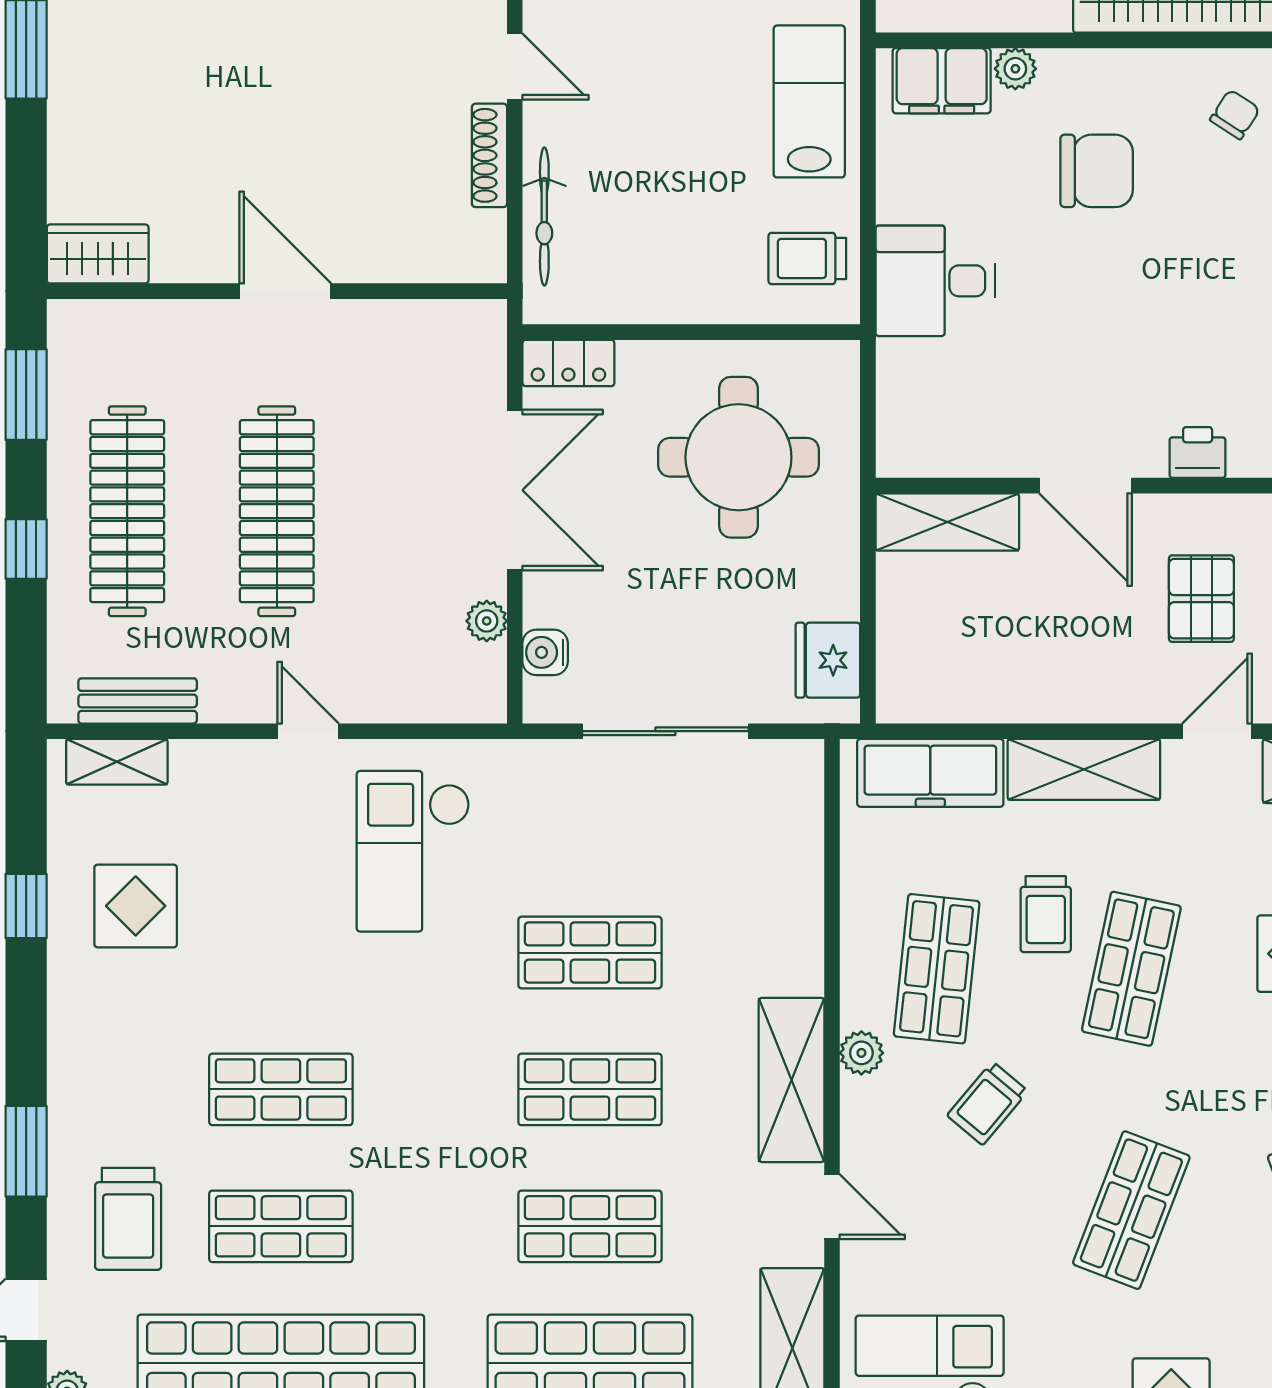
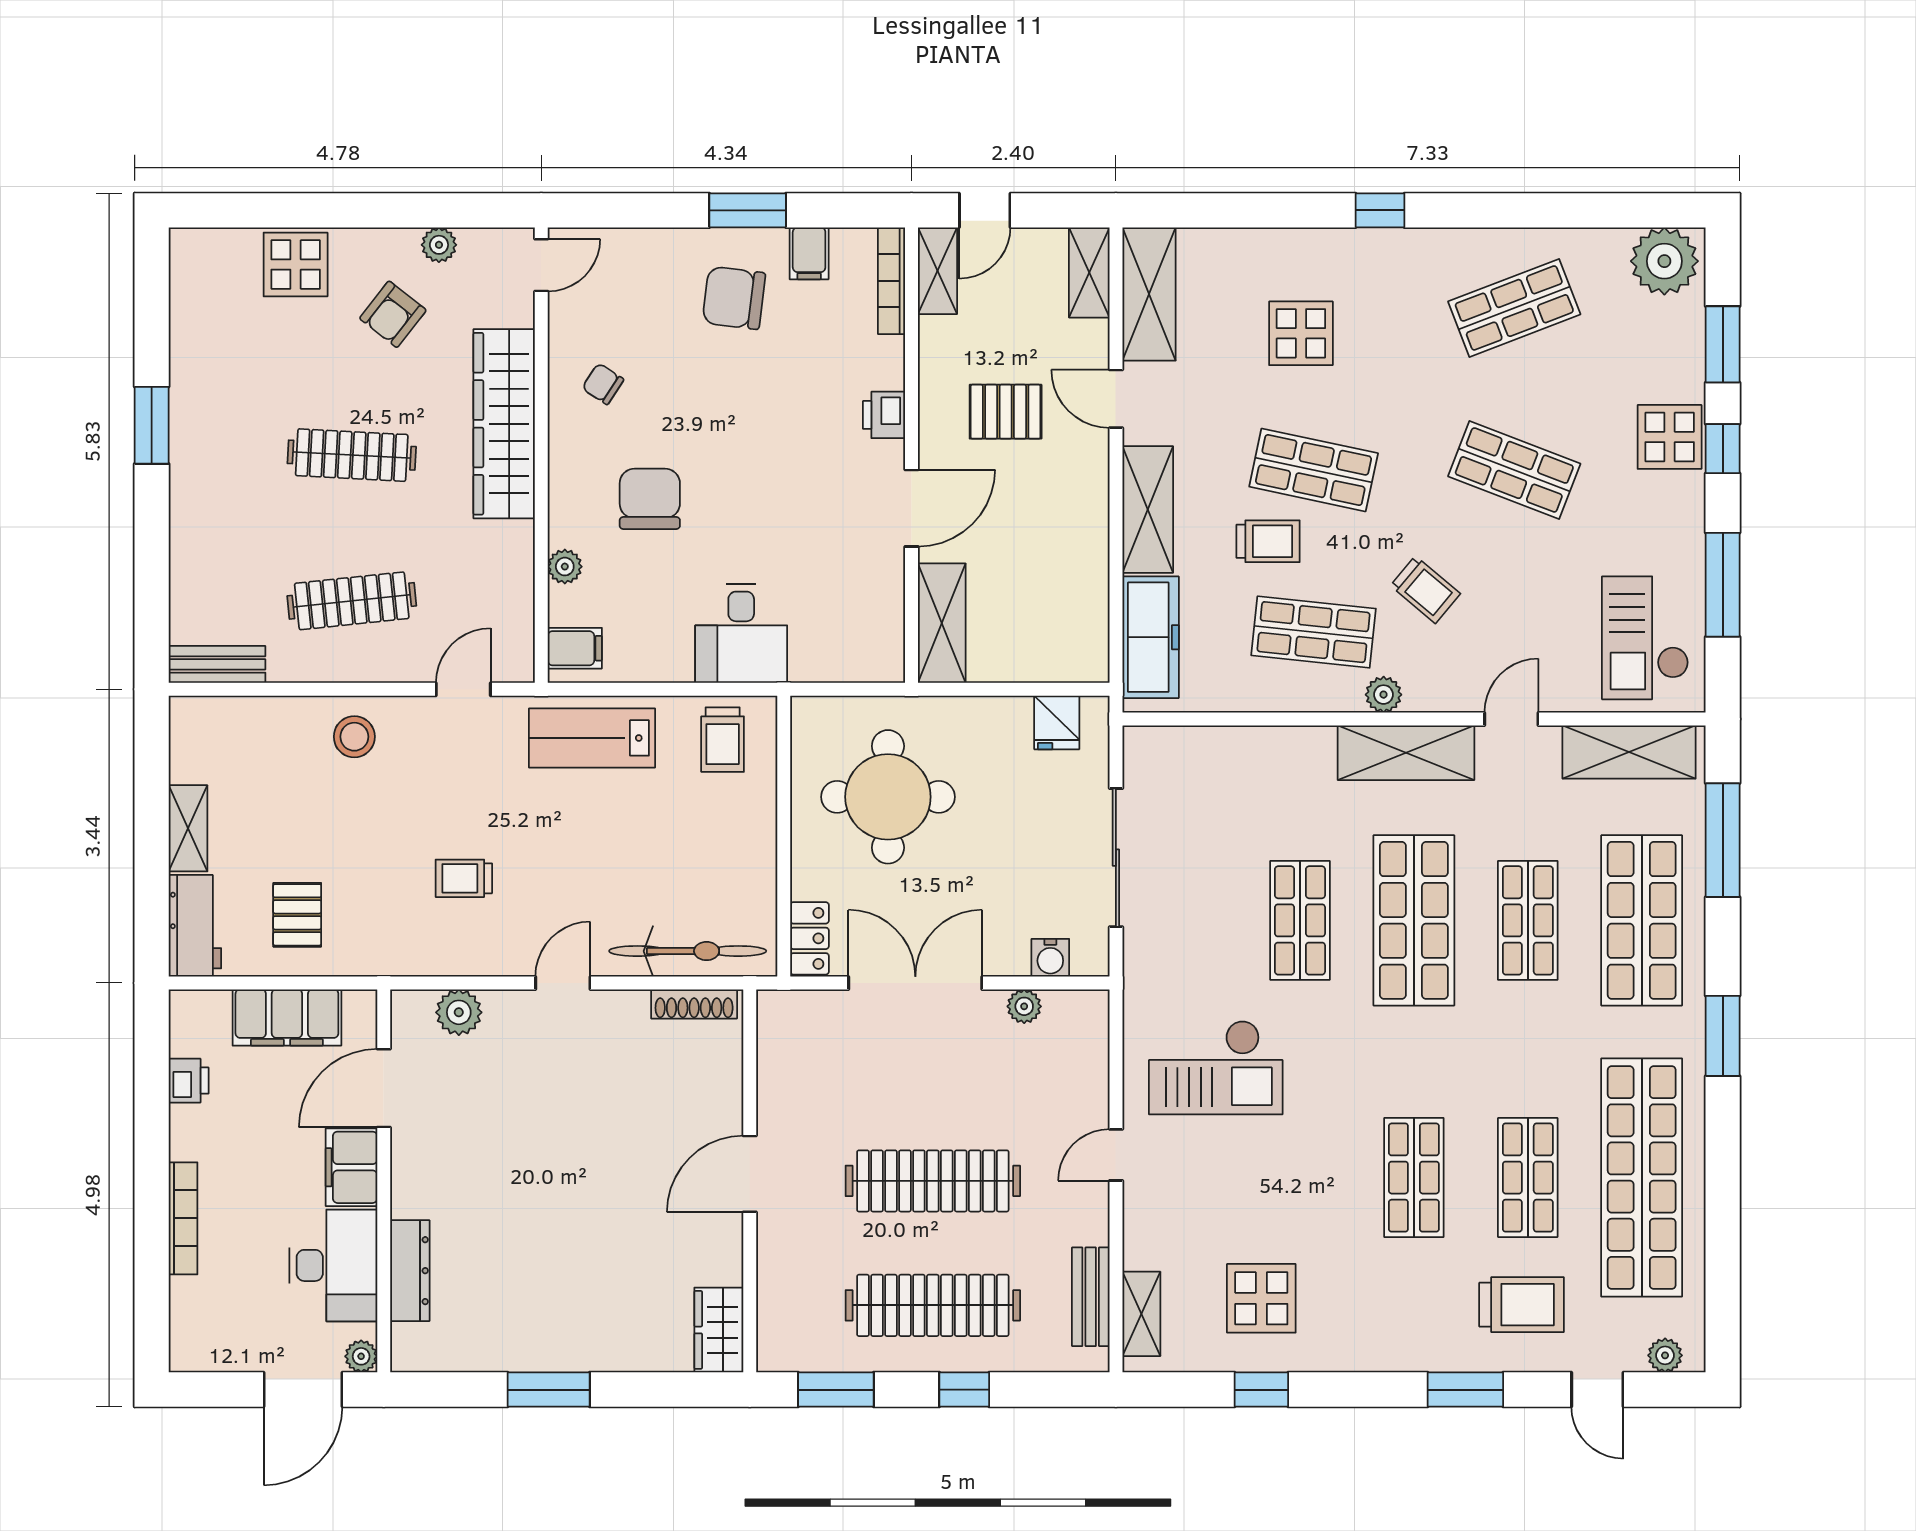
filing cabinet: (942, 81) -> (575, 648), width x0.50
shoe rack: (490, 155) -> (694, 1004), moved
bicycle: (544, 217) -> (688, 951), width x1.37, depth x1.40
fridge: (828, 660) -> (1057, 722), width x0.72
shop shelf: (590, 1089) -> (1414, 920), width x1.43, depth x1.36

